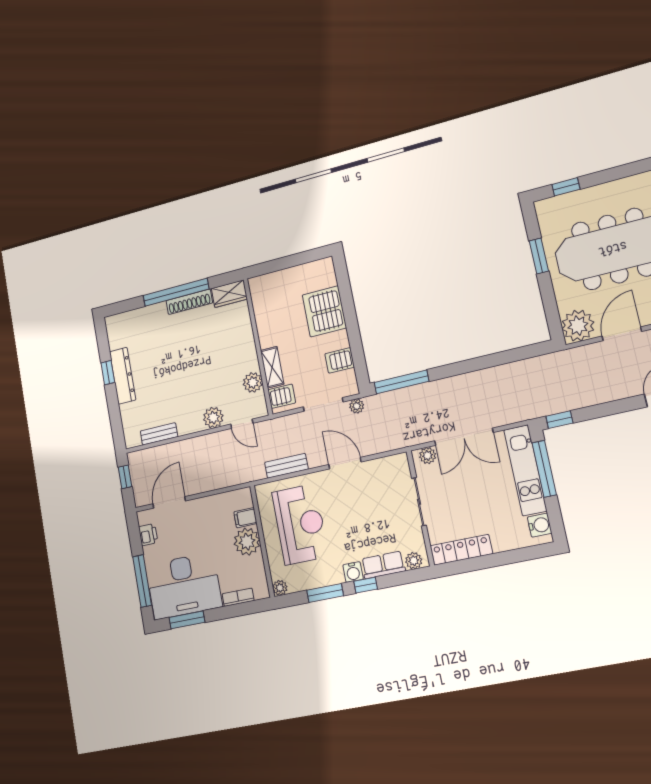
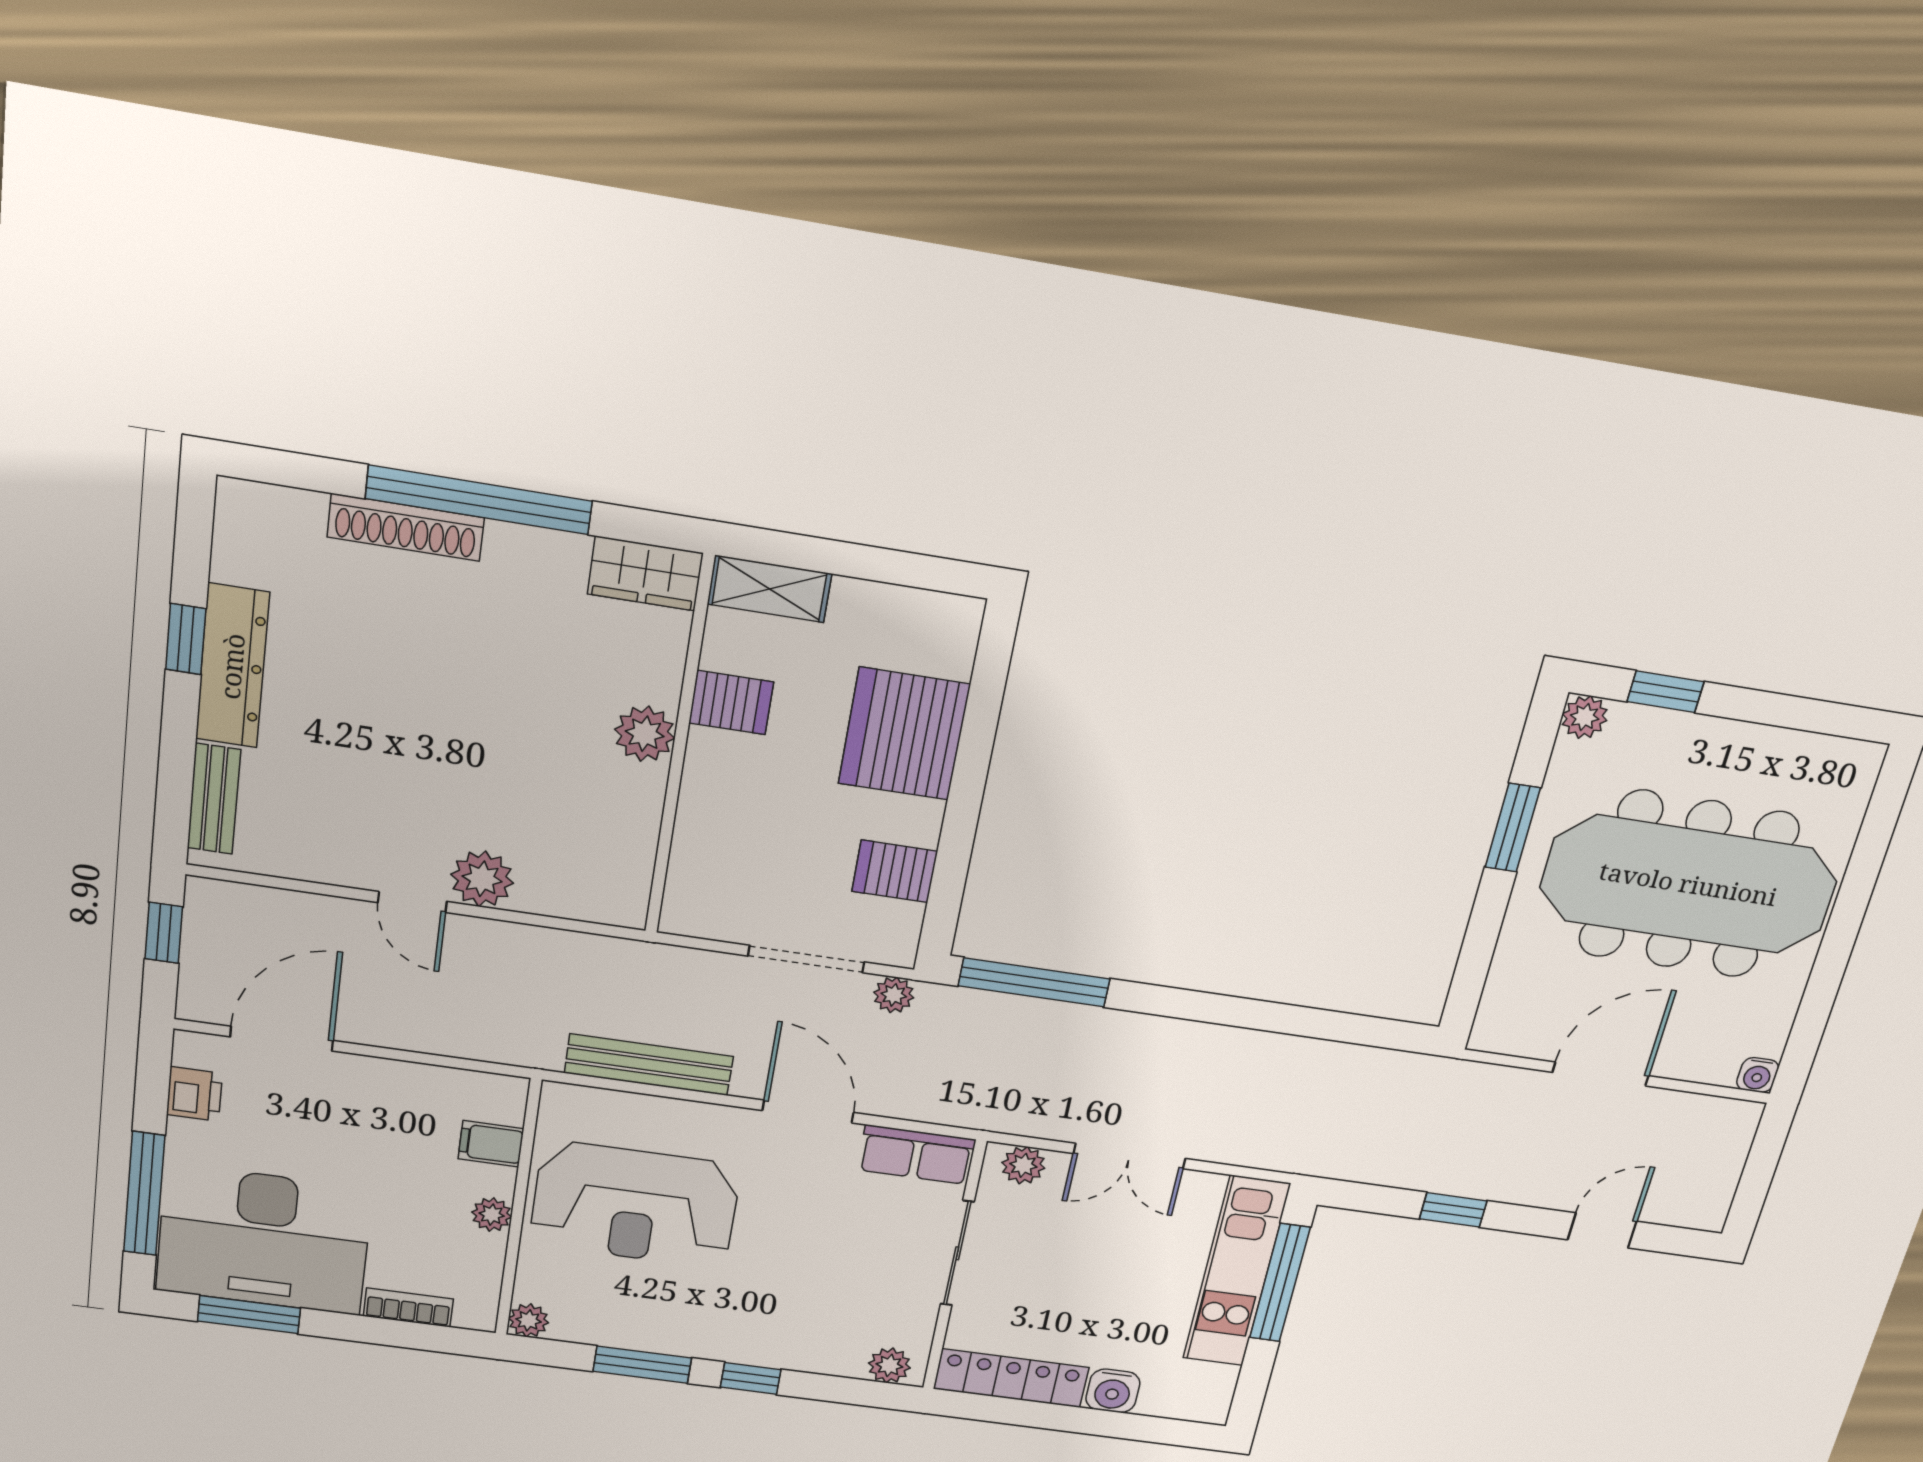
shoe rack: (189, 302) -> (406, 527), moved
plant: (578, 326) -> (1585, 717), moved, width x0.53, depth x0.53
shelving: (272, 367) -> (769, 589), moved, turned 90
plant: (253, 382) -> (645, 734), moved
server rack: (282, 396) -> (731, 702), moved
window: (559, 420) -> (1453, 1210), moved
door: (242, 424) -> (412, 902), moved
bench: (159, 434) -> (214, 799), moved, turned 90
double door: (464, 437) -> (1129, 1156), width x0.73
bench: (286, 466) -> (649, 1065), width x1.36
reception desk: (300, 524) -> (635, 1205), turned 90
water cooler: (540, 525) -> (1113, 1391), moved, turned 90
plant: (247, 542) -> (492, 1215), width x0.53, depth x0.53
row of seats: (383, 565) -> (916, 1155), moved, turned 180
water cooler: (353, 572) -> (731, 1344), removed

